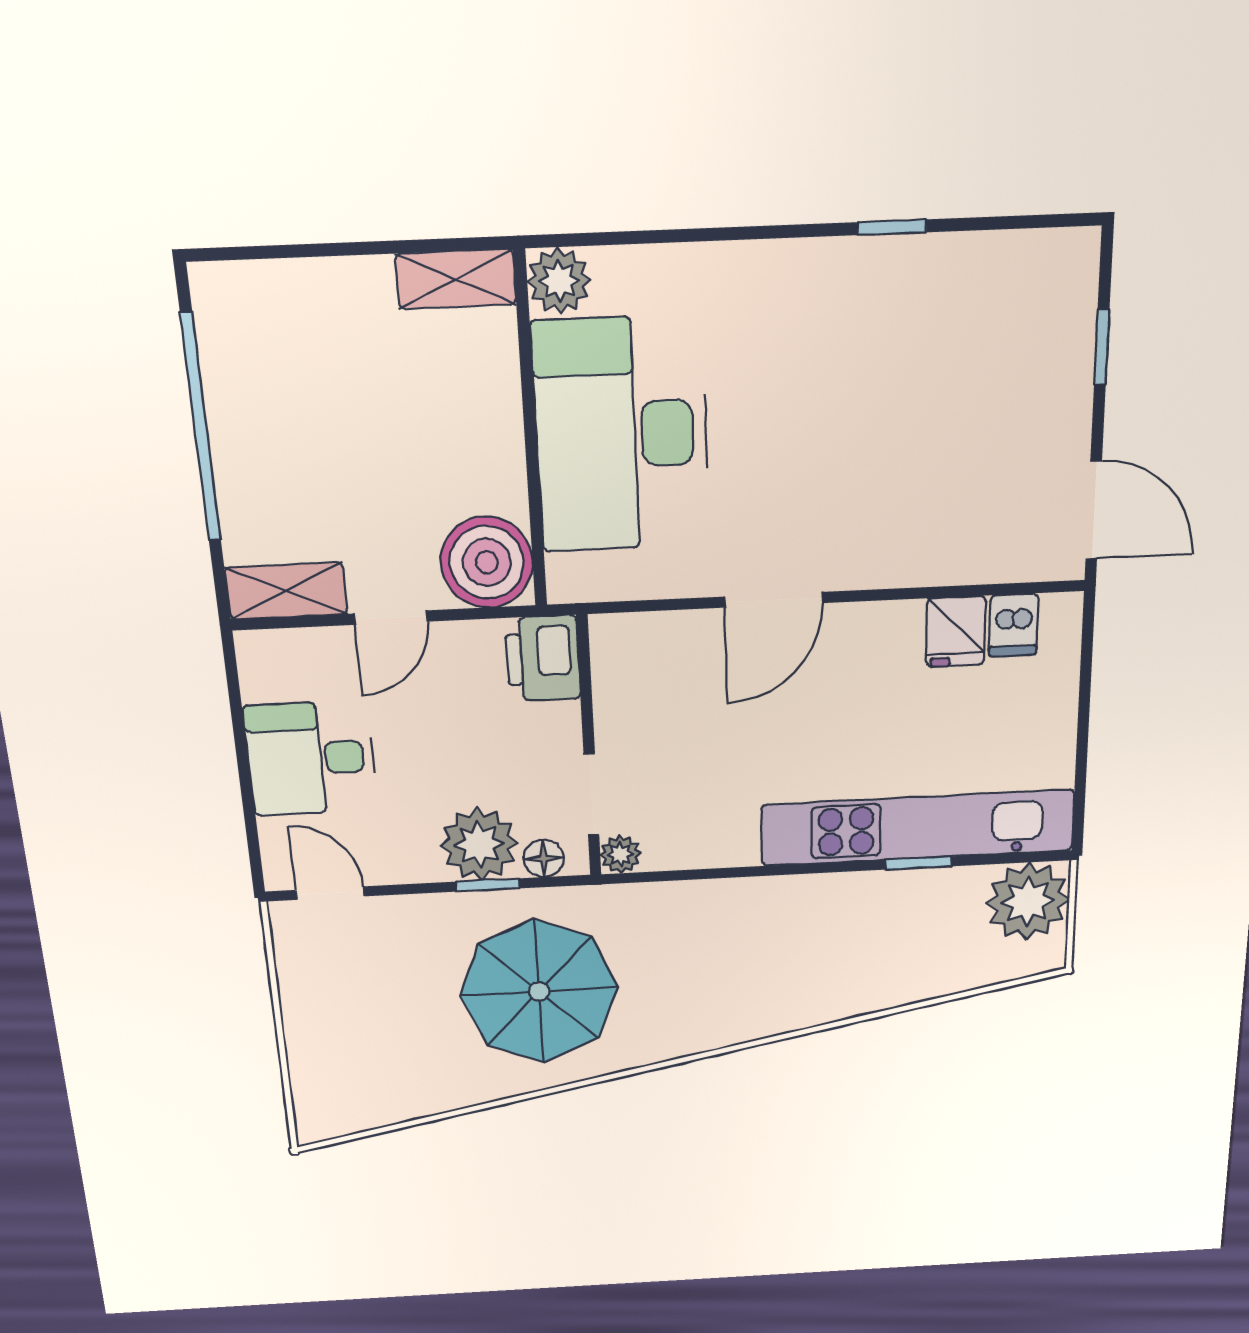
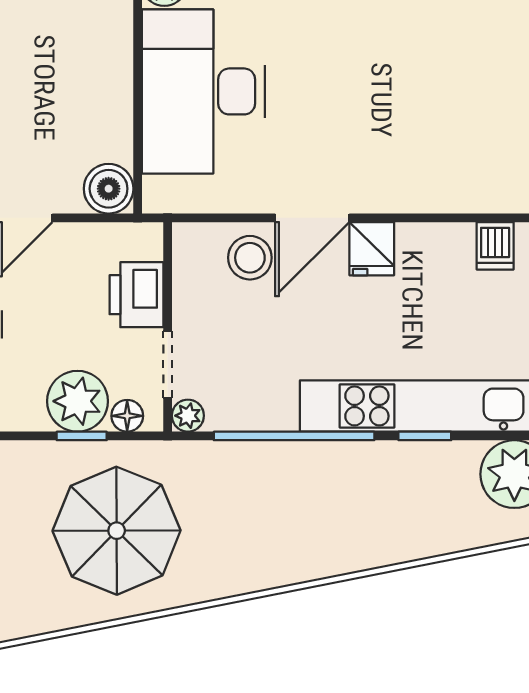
boiler: (487, 562) -> (109, 189), width x0.73, depth x0.73
fridge: (956, 631) -> (372, 249), moved
stool: (693, 656) -> (250, 258), added
printer: (543, 659) -> (136, 295), moved
window: (755, 871) -> (294, 436), added

